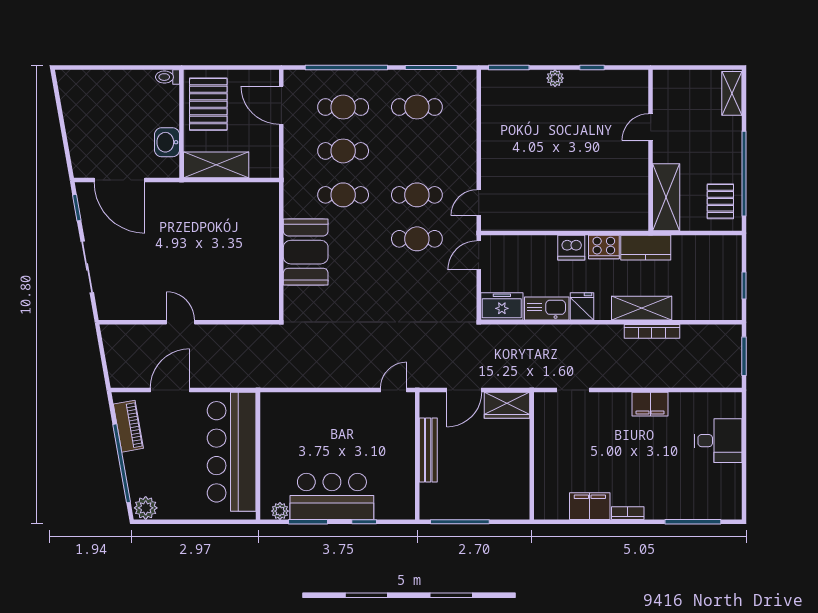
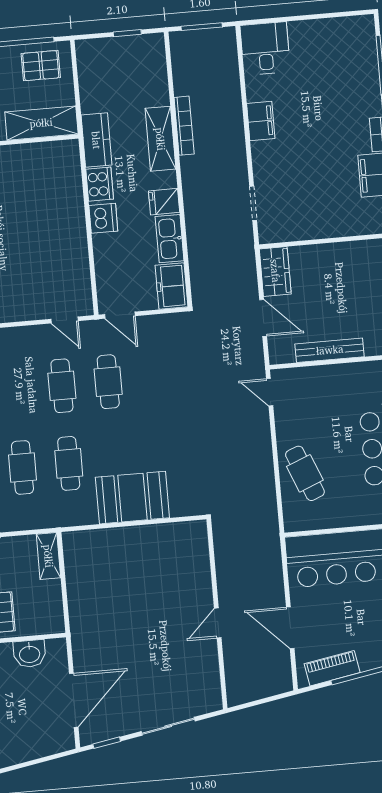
shelving: (216, 165) -> (48, 556), moved, width x0.67, depth x0.75
cafe table: (314, 417) -> (305, 473), added
desk: (718, 441) -> (265, 48), moved

